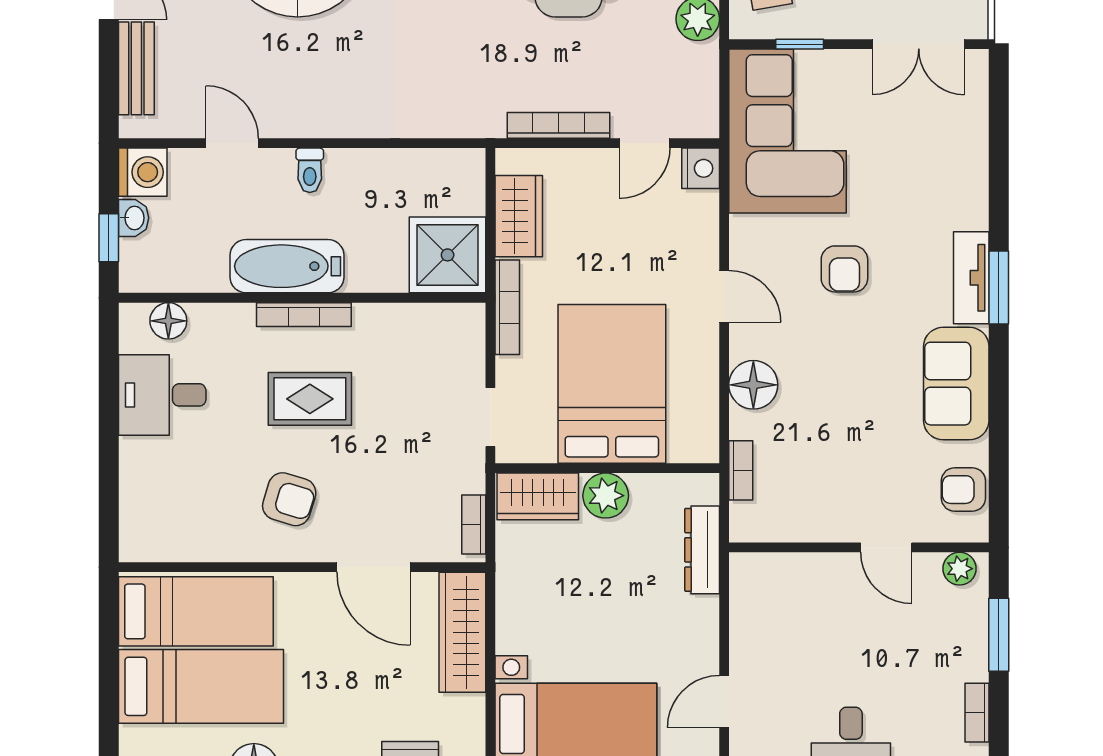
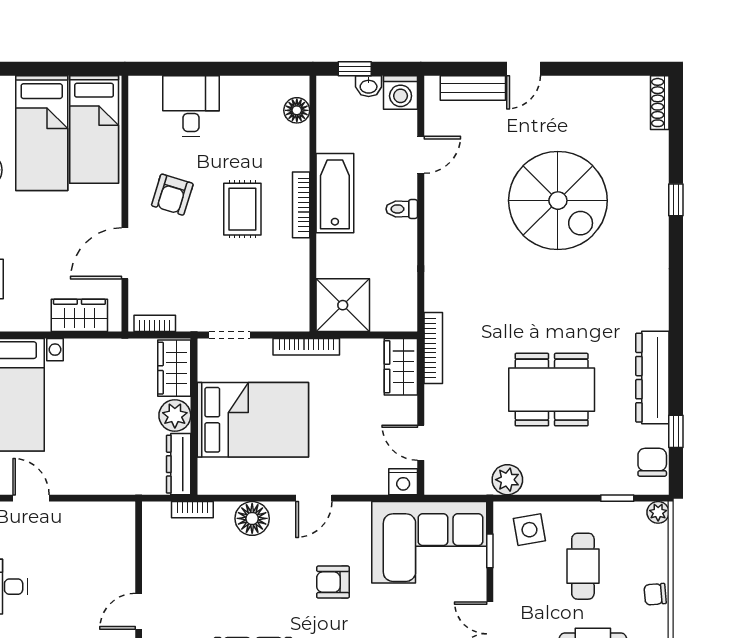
bookcase: (558, 125) -> (433, 348), moved
wardrobe: (519, 216) -> (401, 367), moved, turned 90
desk: (162, 395) -> (191, 106), moved
dresser: (702, 550) -> (179, 464), moved, turned -90
wardrobe: (462, 632) -> (79, 315), width x0.67

